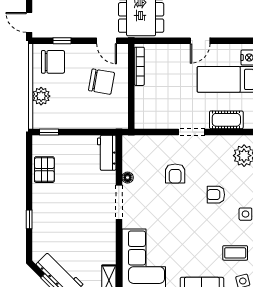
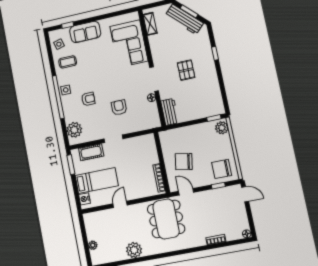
plant: (41, 96) -> (222, 128), moved
pallet: (44, 170) -> (186, 70), moved

